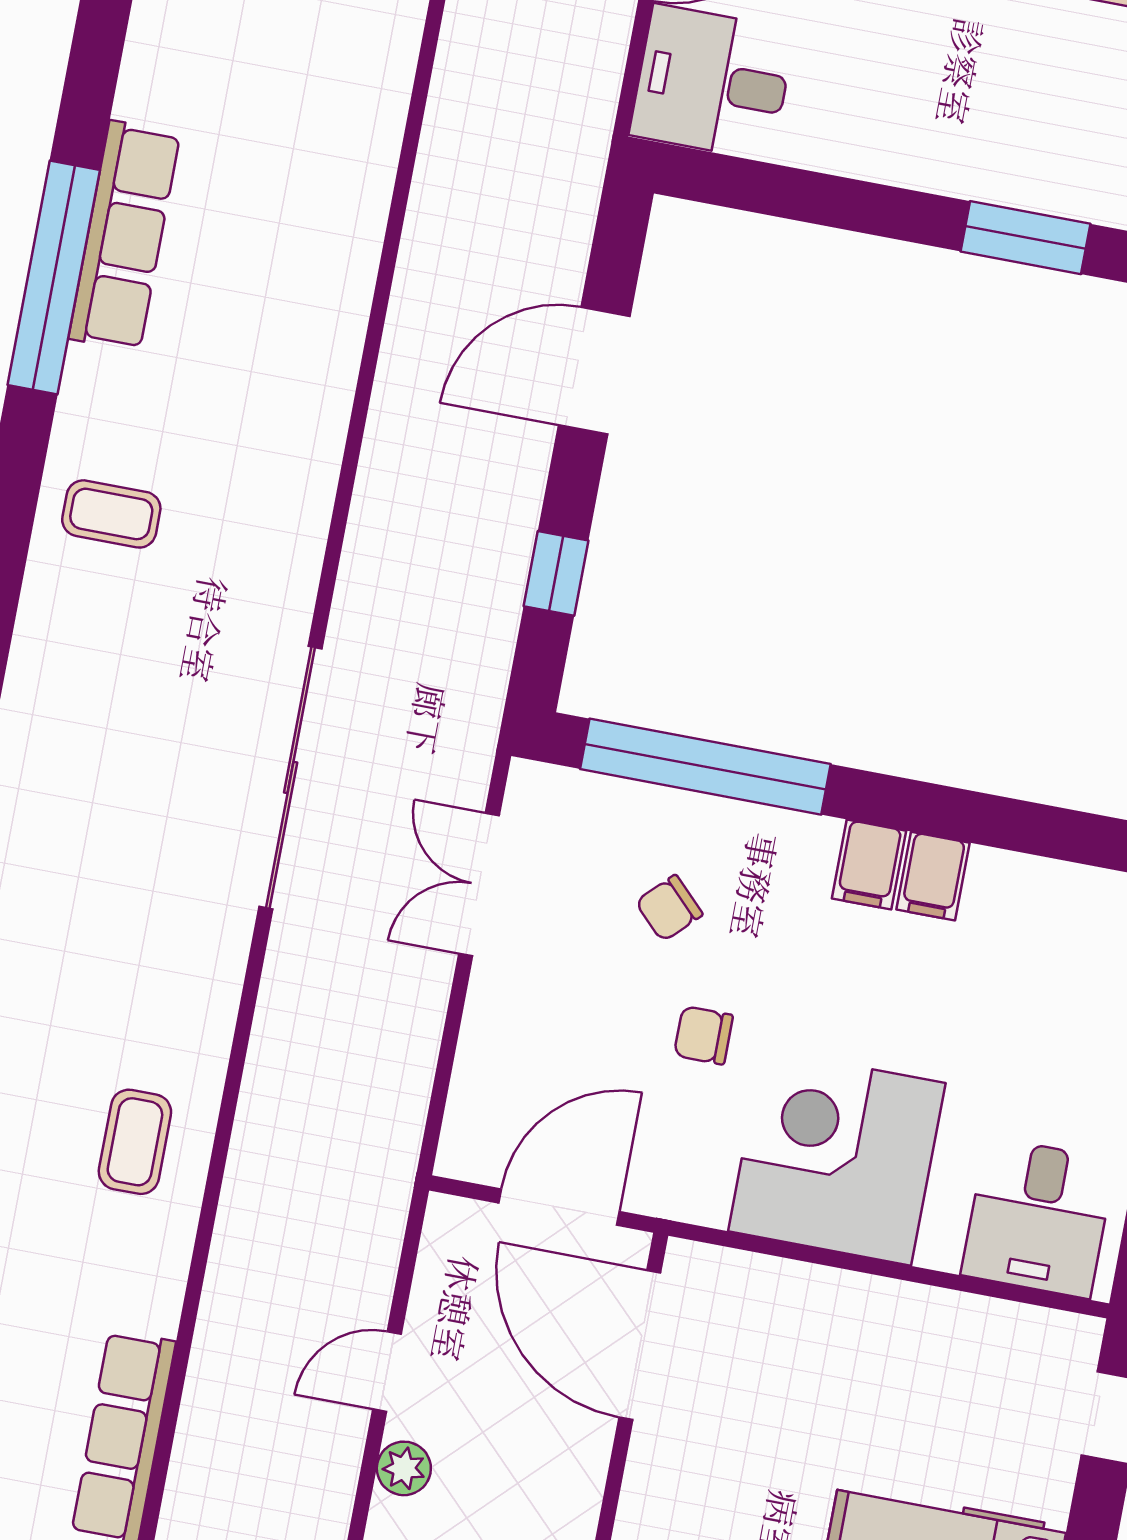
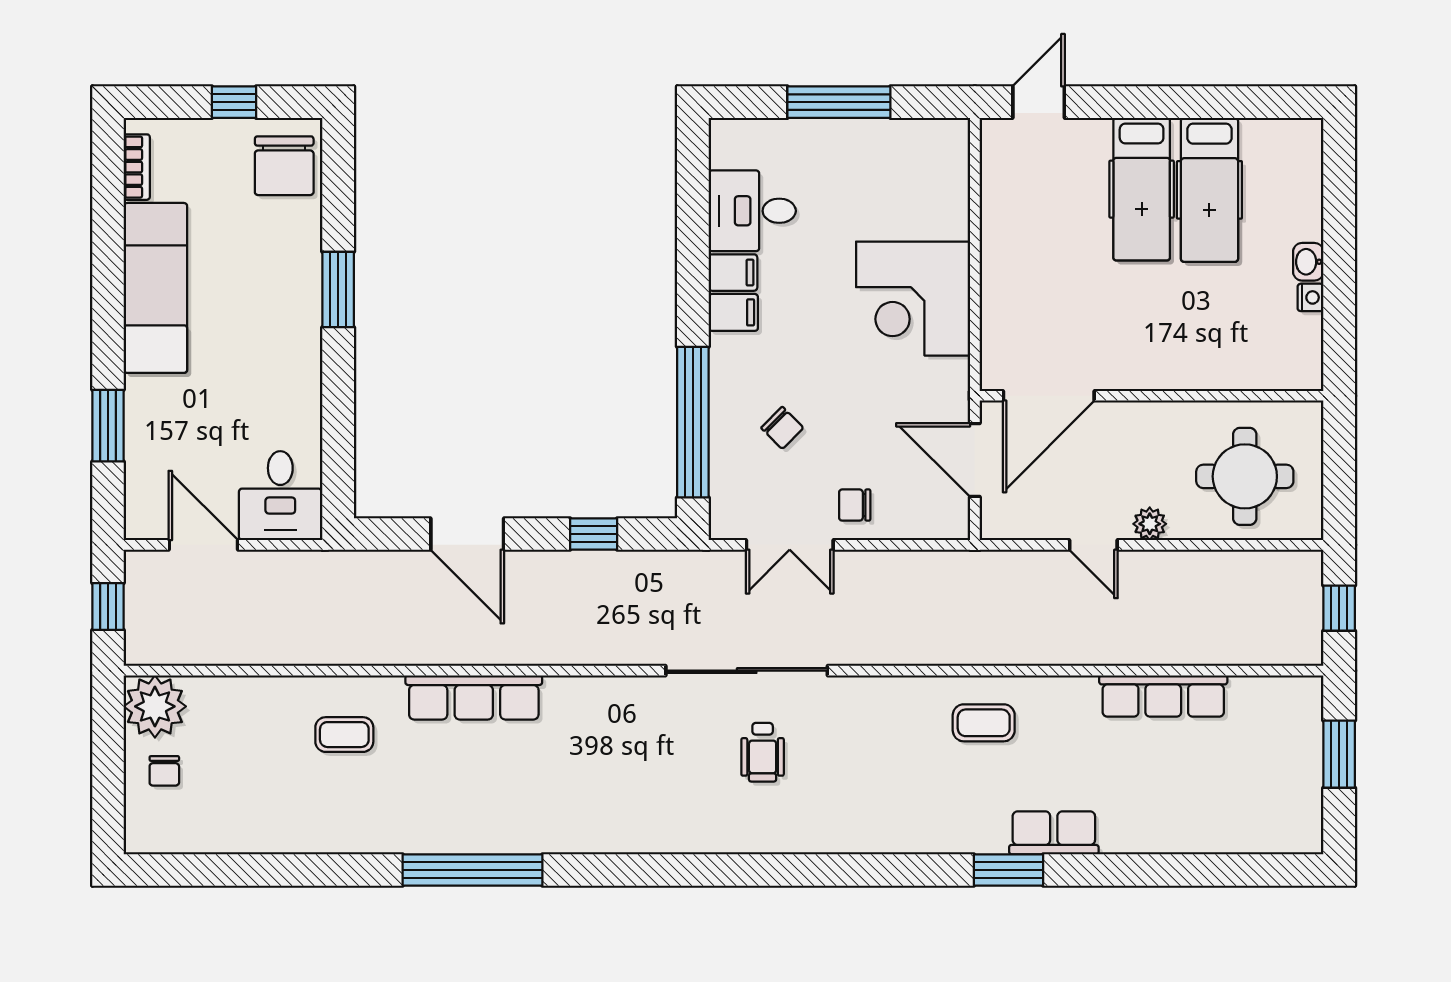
row of seats: (124, 236) -> (474, 697), moved, turned 180
coffee table: (111, 514) -> (344, 735), moved, turned 90
wheelchair: (155, 778) -> (763, 752), added
chair: (703, 1035) -> (855, 505), moved, turned 90
desk: (1038, 1218) -> (752, 211), moved, turned 180

